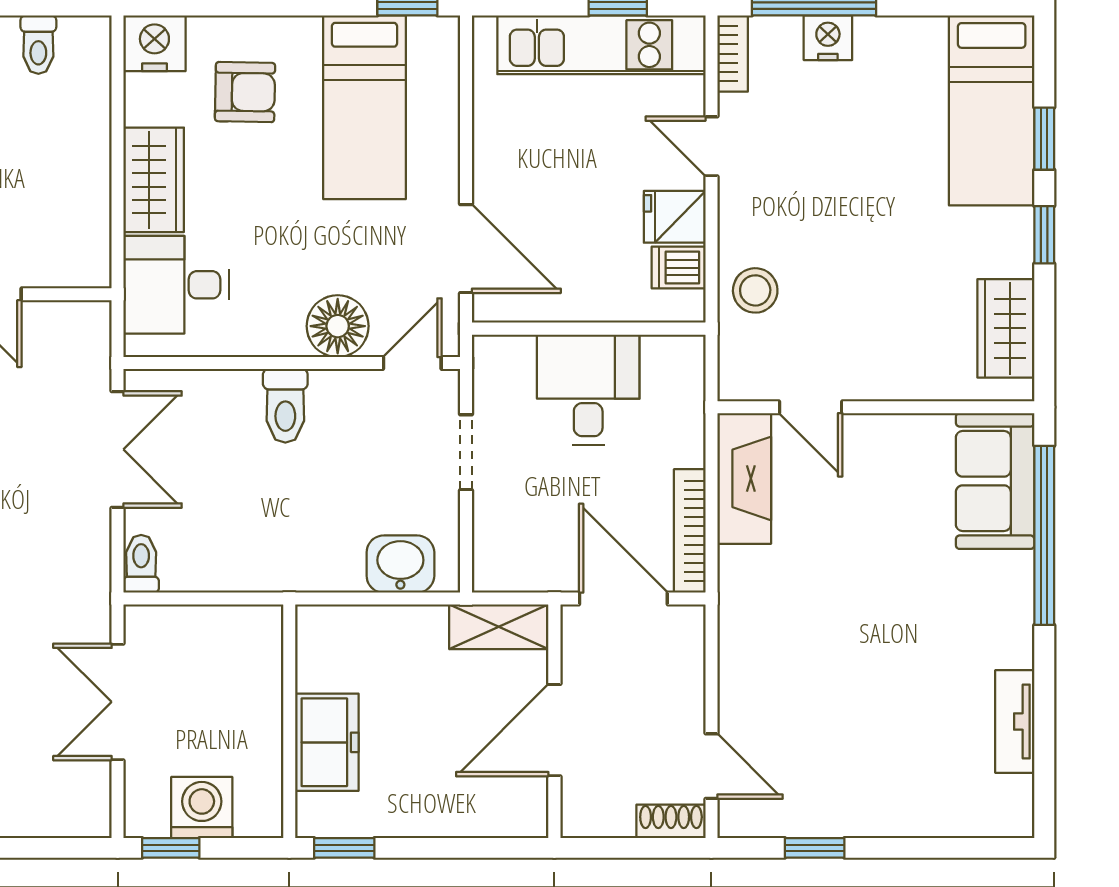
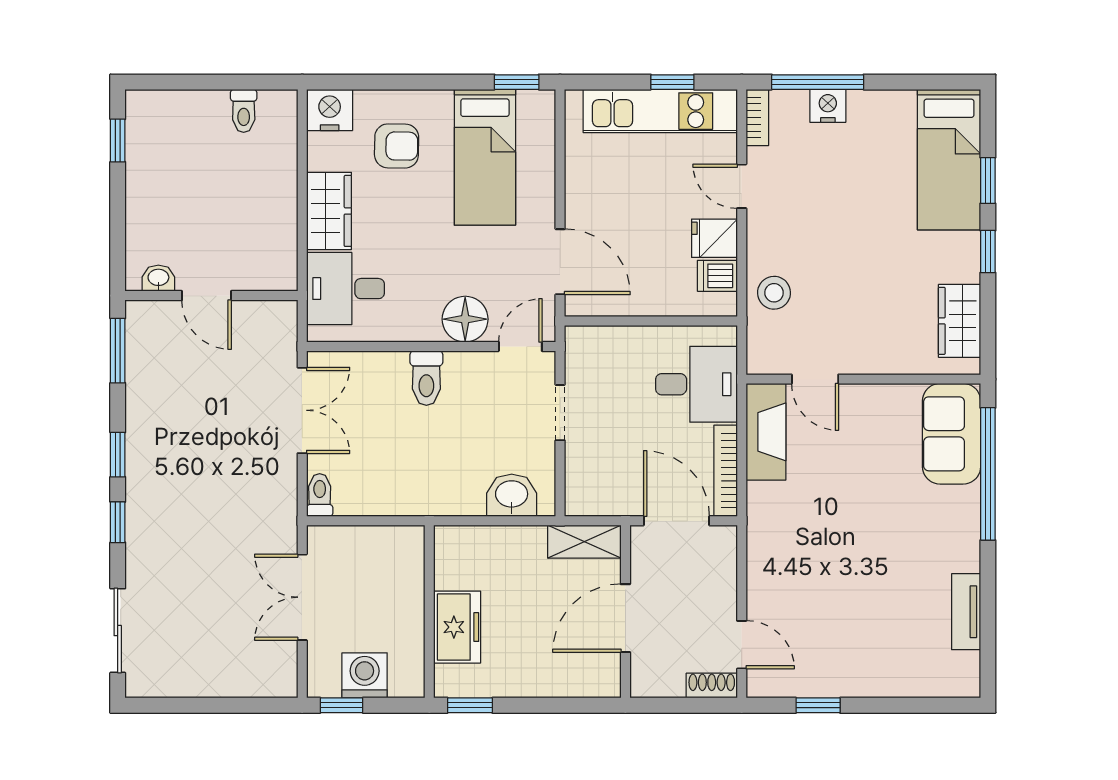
desk: (588, 390) -> (696, 384), moved, turned 90

